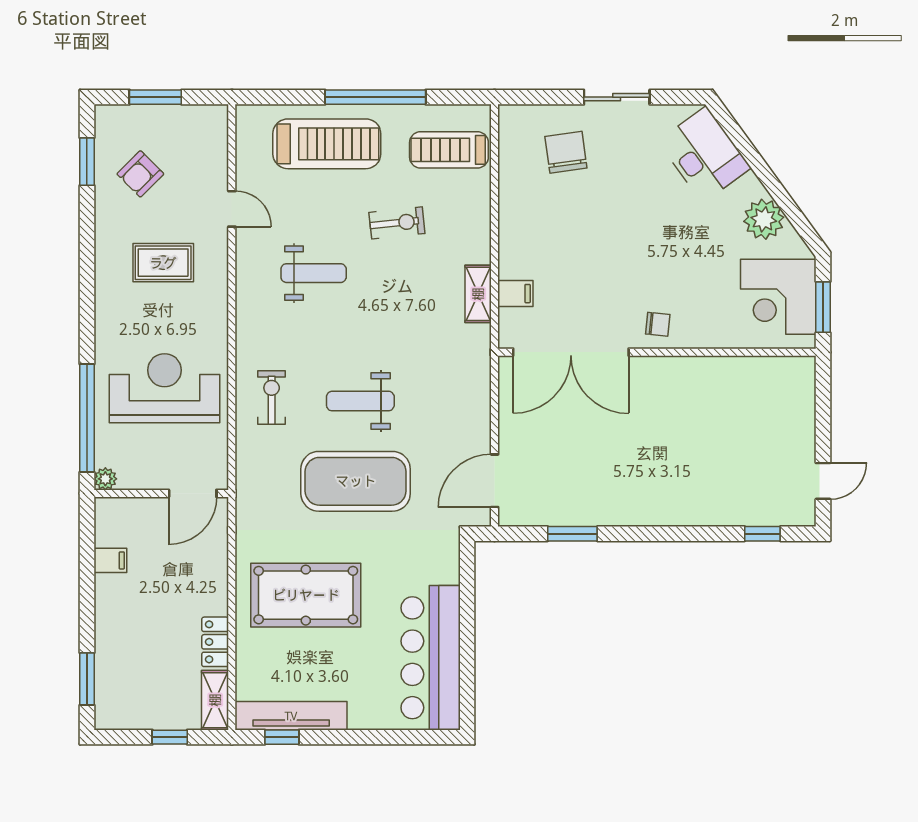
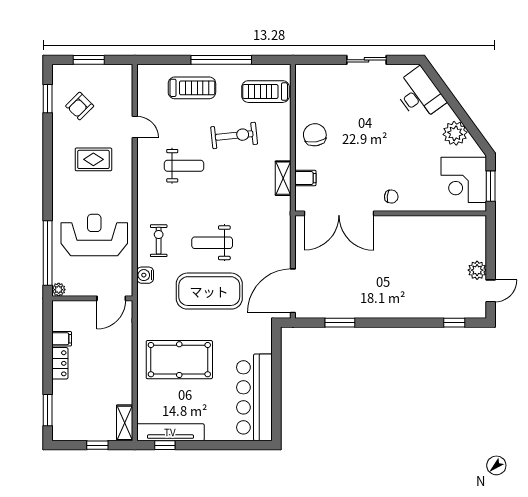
treadmill: (327, 144) -> (192, 88), width x0.73, depth x0.73
chair: (566, 152) -> (315, 135), moved
exercise bike: (397, 223) -> (234, 135), width x1.38, depth x1.39
plant: (800, 447) -> (477, 270), added
water cooler: (249, 455) -> (145, 275), added
door: (495, 481) -> (293, 291), width x1.36
locker: (215, 642) -> (60, 363), moved, turned 180

